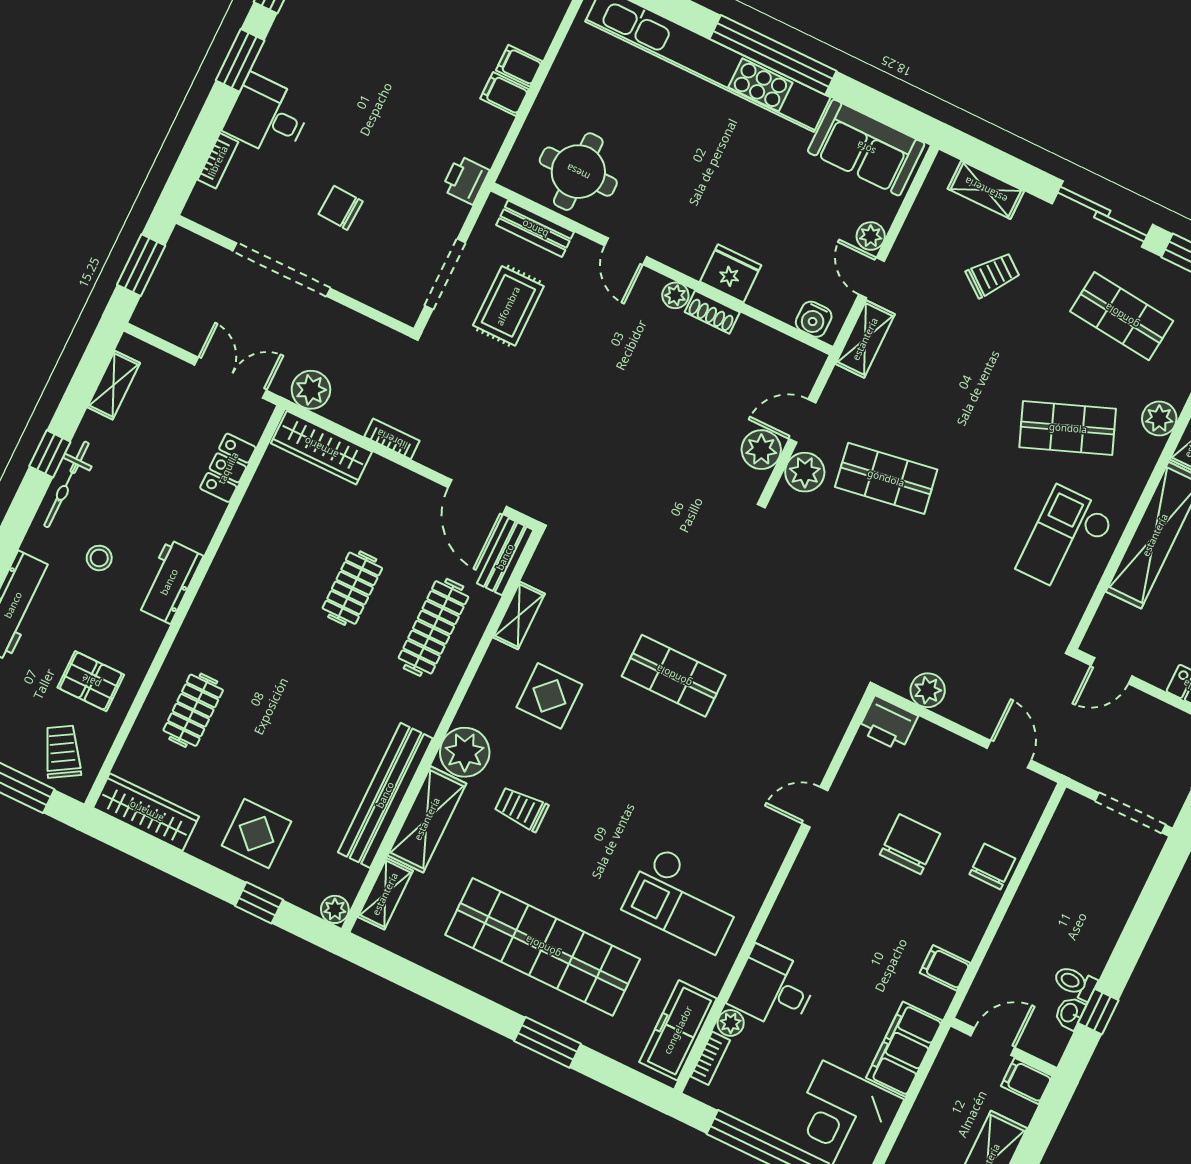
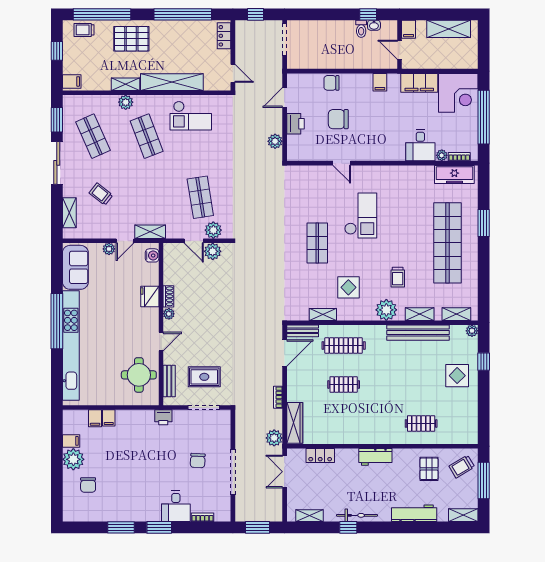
filing cabinet: (505, 94) -> (95, 418), moved
shop shelf: (1122, 316) -> (93, 136), turned -30
stool: (99, 558) -> (379, 489), removed
printer: (888, 723) -> (295, 124), moved
wardrobe: (146, 812) -> (470, 423), removed
shelving: (427, 819) -> (420, 314), width x0.67, depth x0.75
checkout: (684, 899) -> (361, 215), moved

